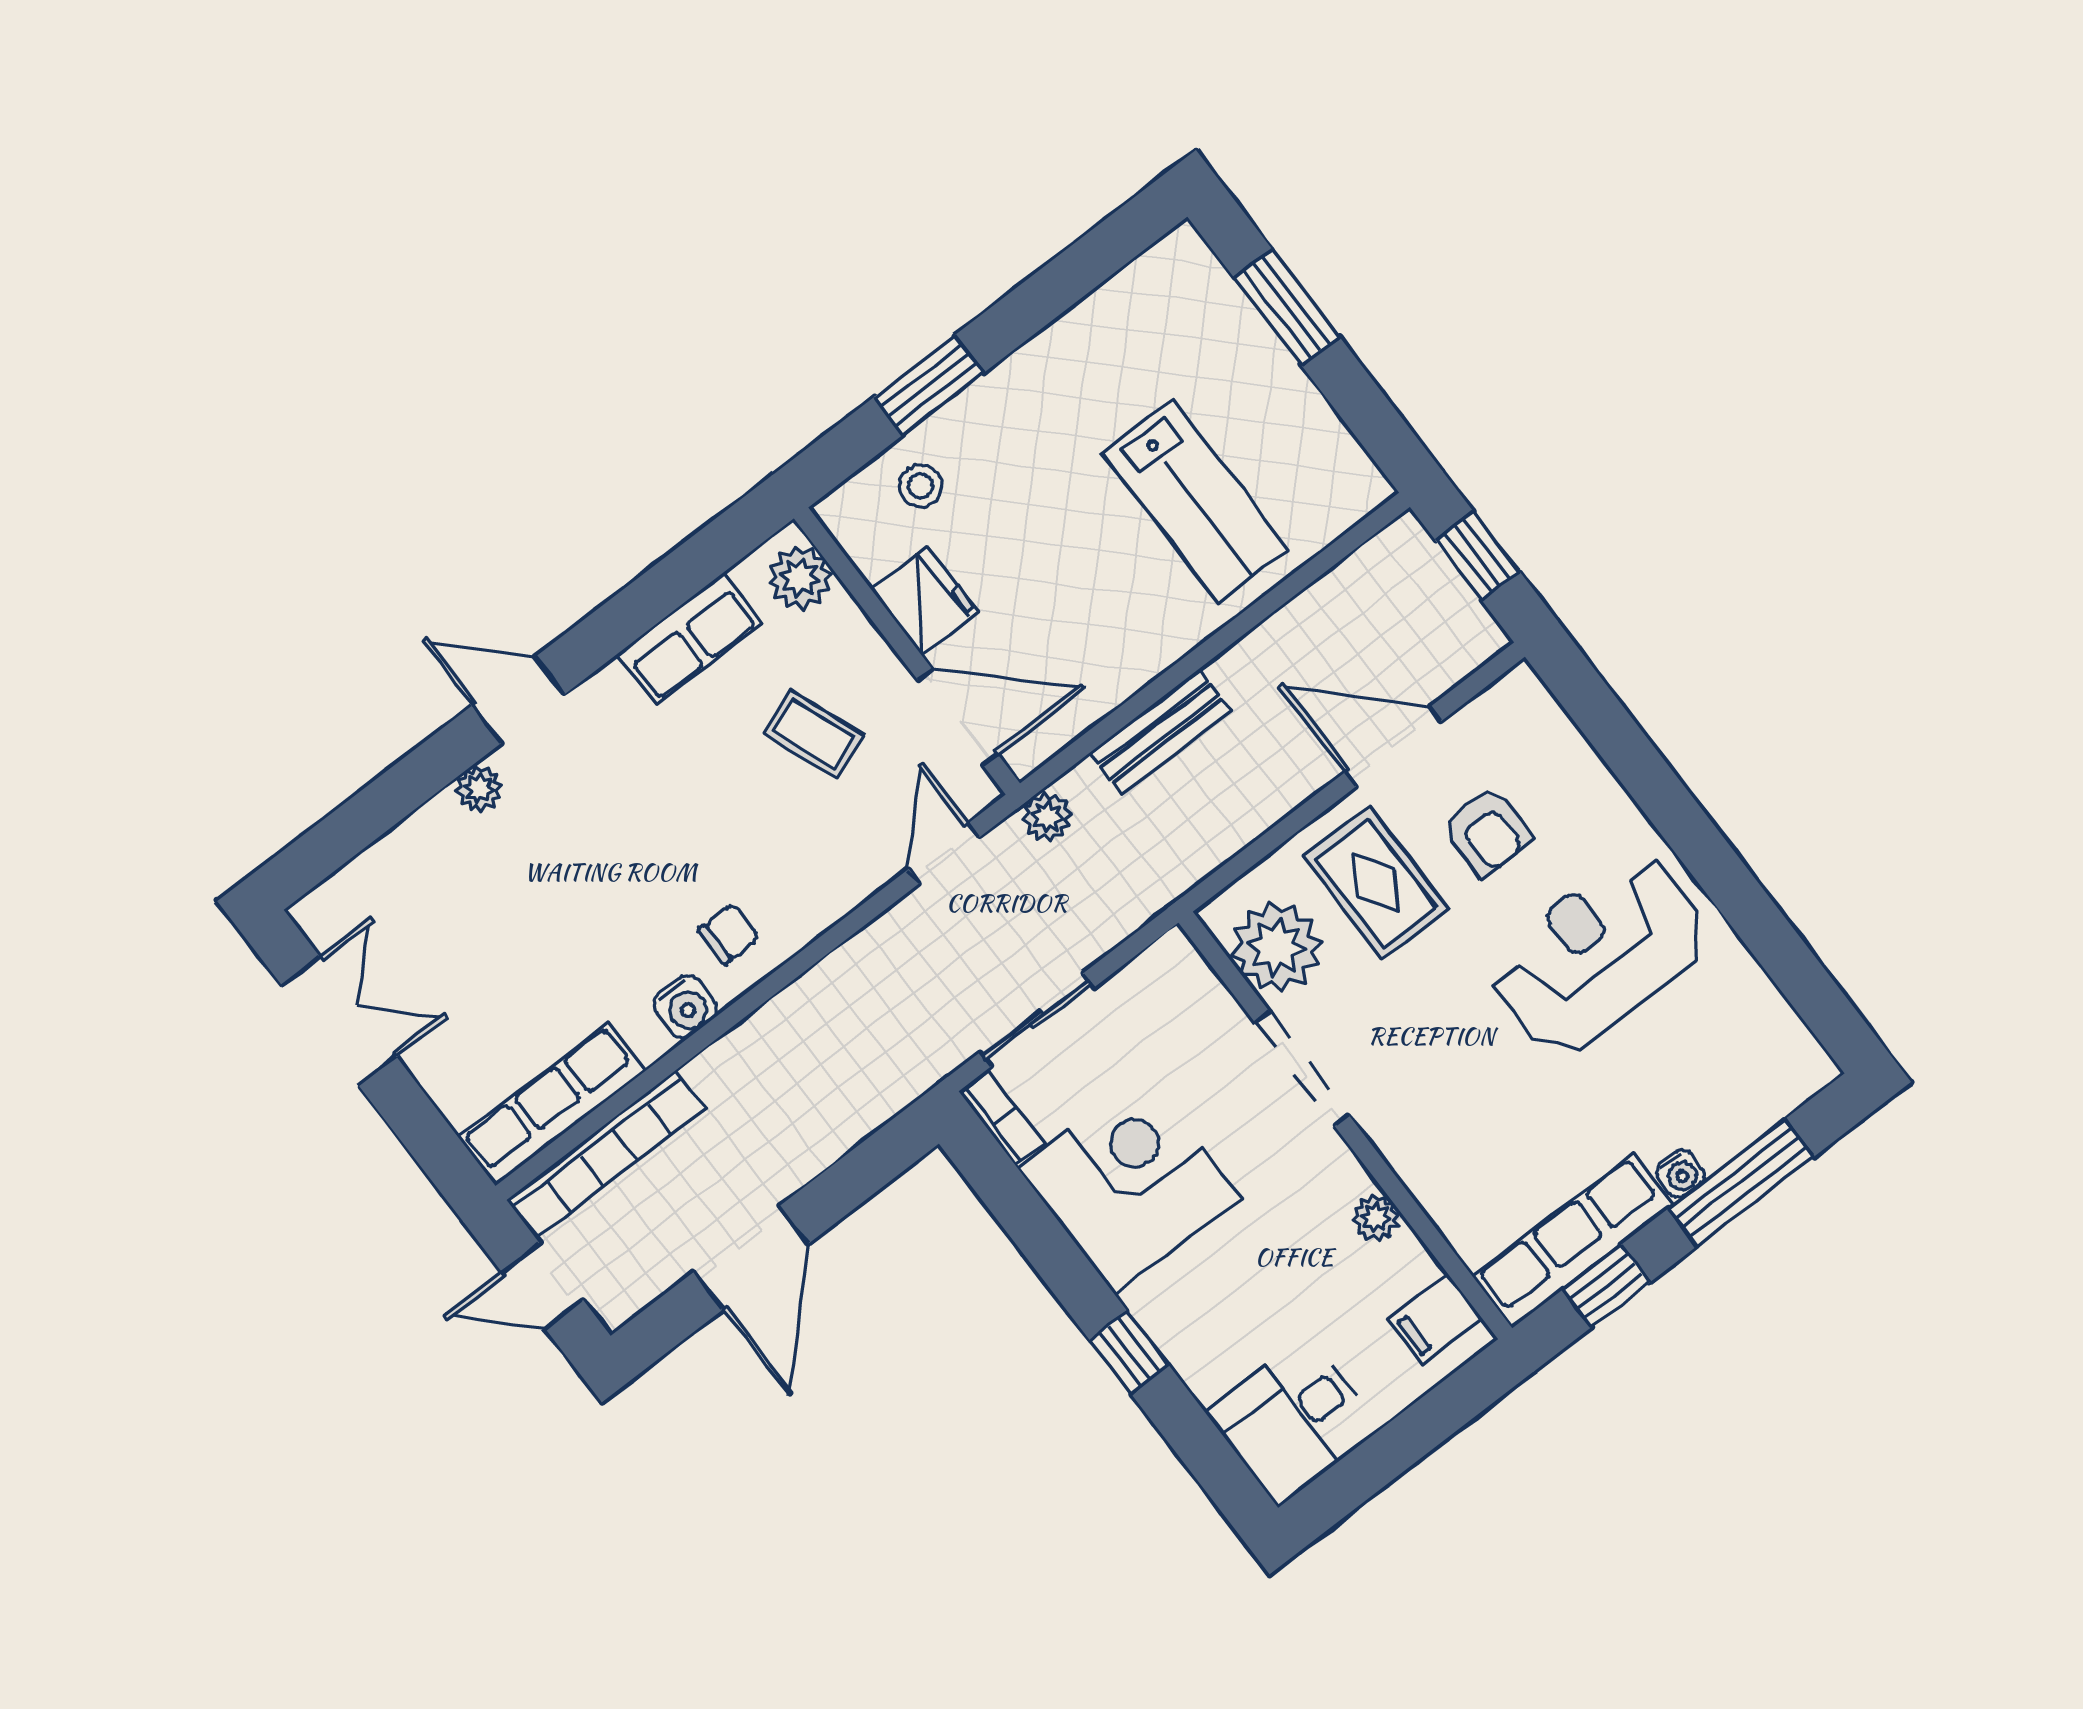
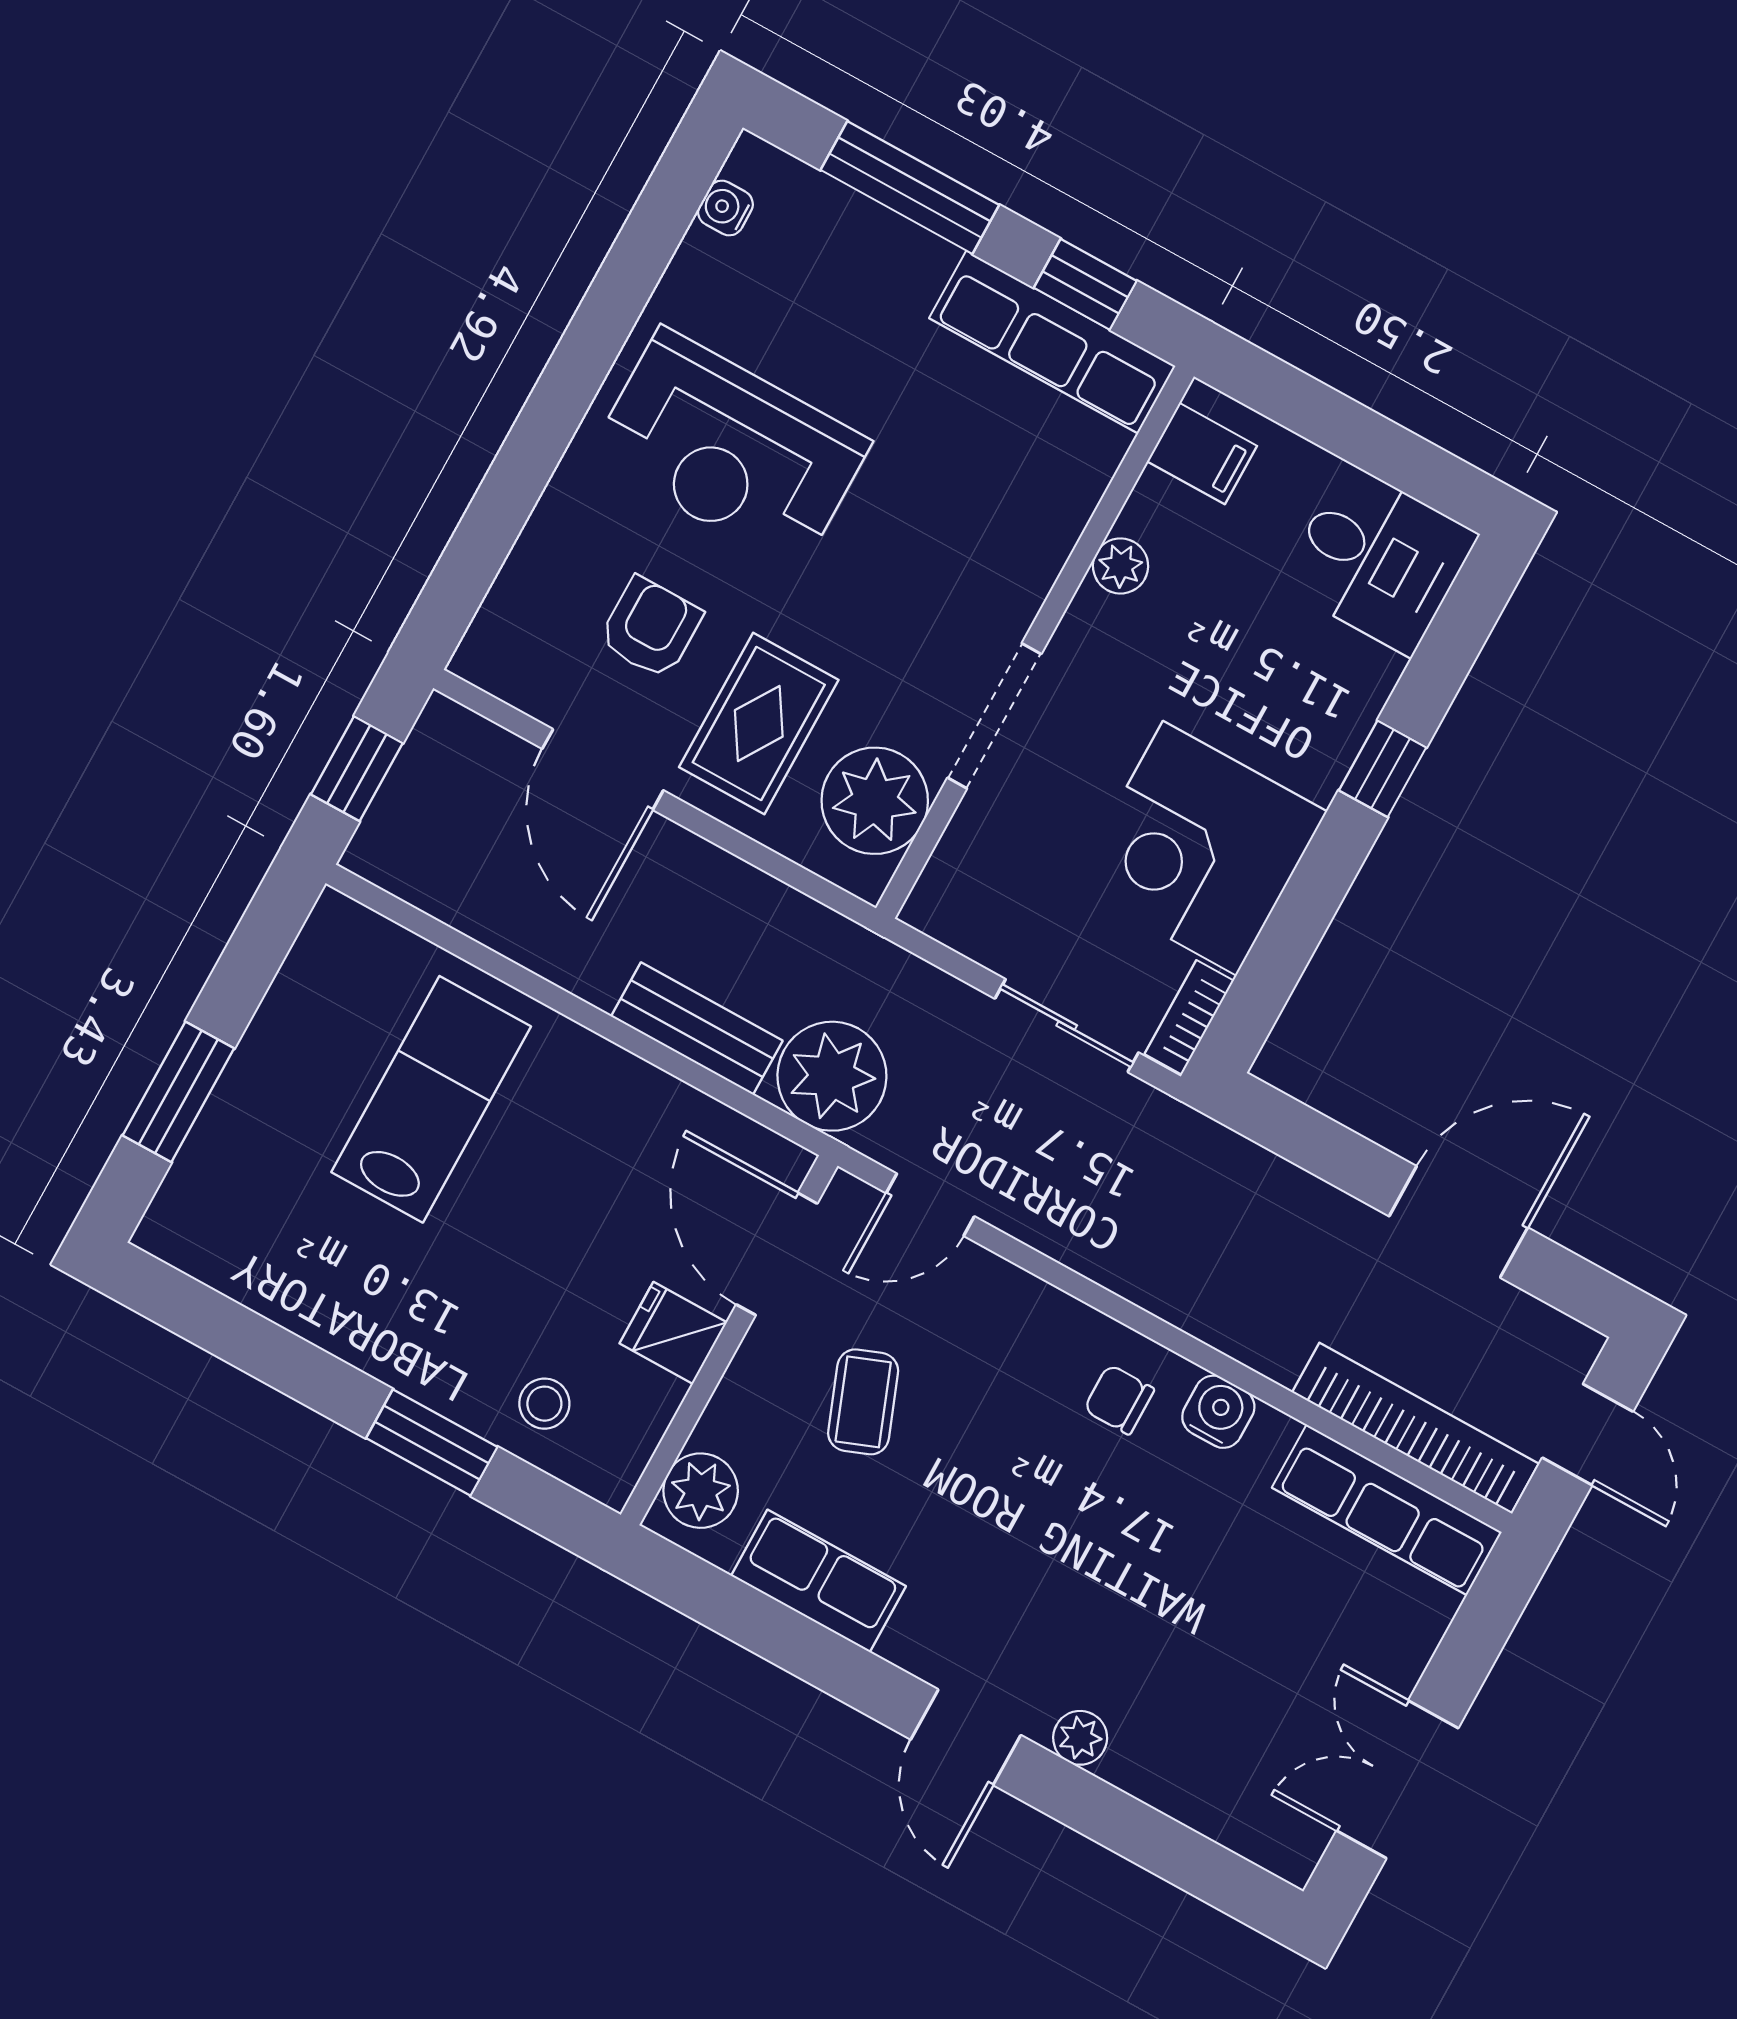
fridge: (925, 601) -> (673, 1333), width x0.72
plant: (1047, 816) -> (832, 1076), width x1.88, depth x1.88
water cooler: (1681, 1174) -> (725, 208), moved, turned -90

